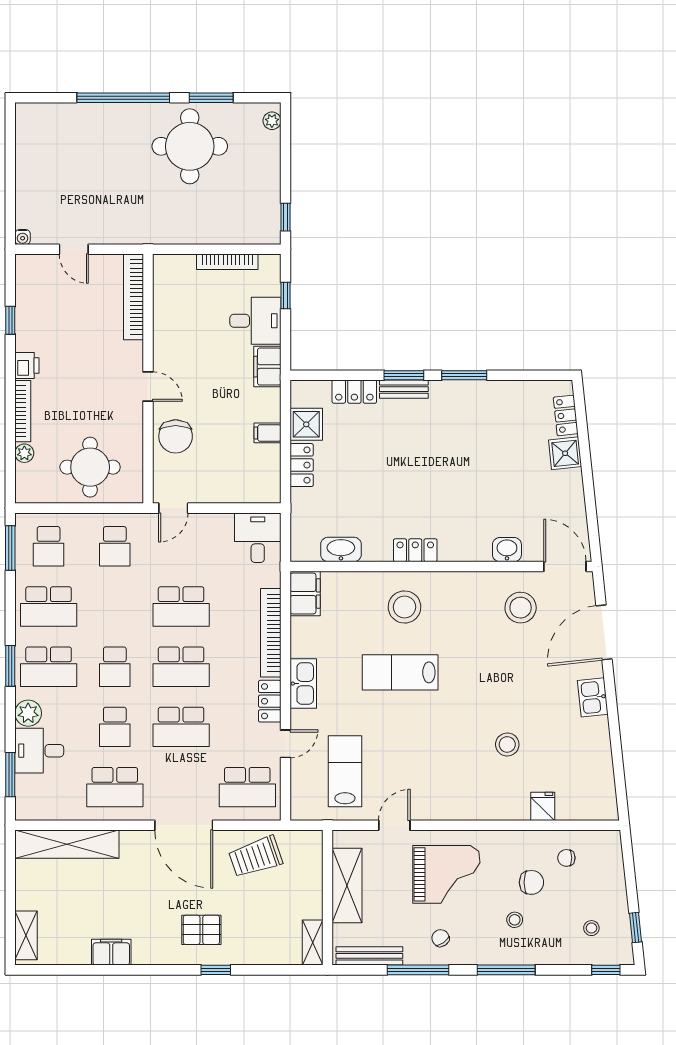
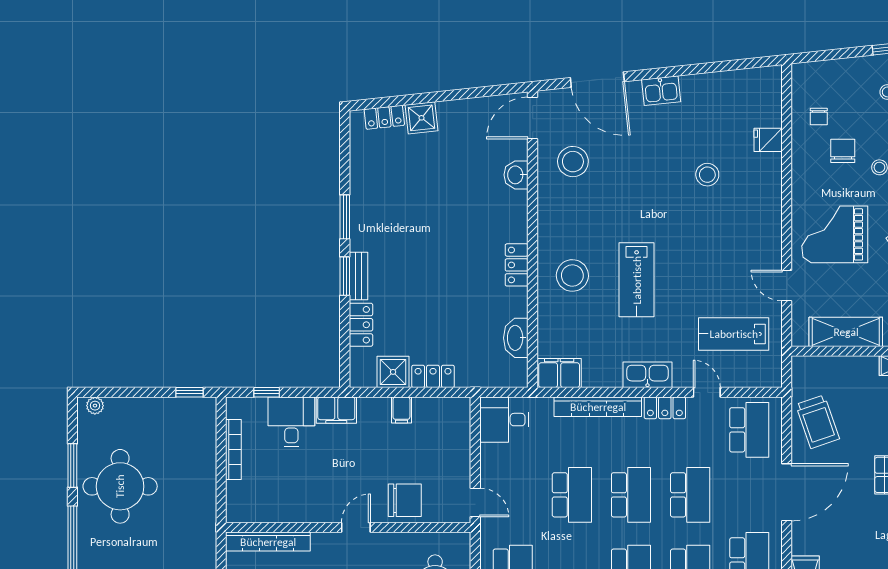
grand piano: (446, 874) -> (835, 234), turned -90

